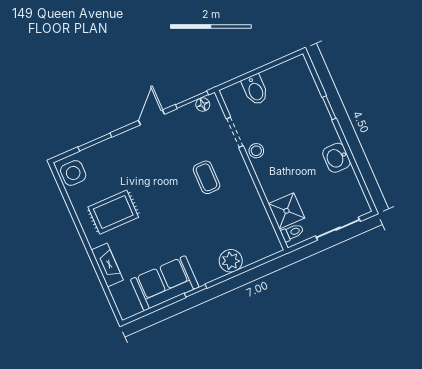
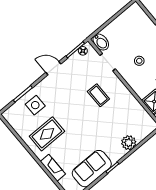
bidet: (255, 90) -> (101, 42), moved
door: (151, 117) -> (53, 68), hinge flipped
stool: (256, 151) -> (139, 61), moved
side table: (73, 173) -> (35, 105), moved

